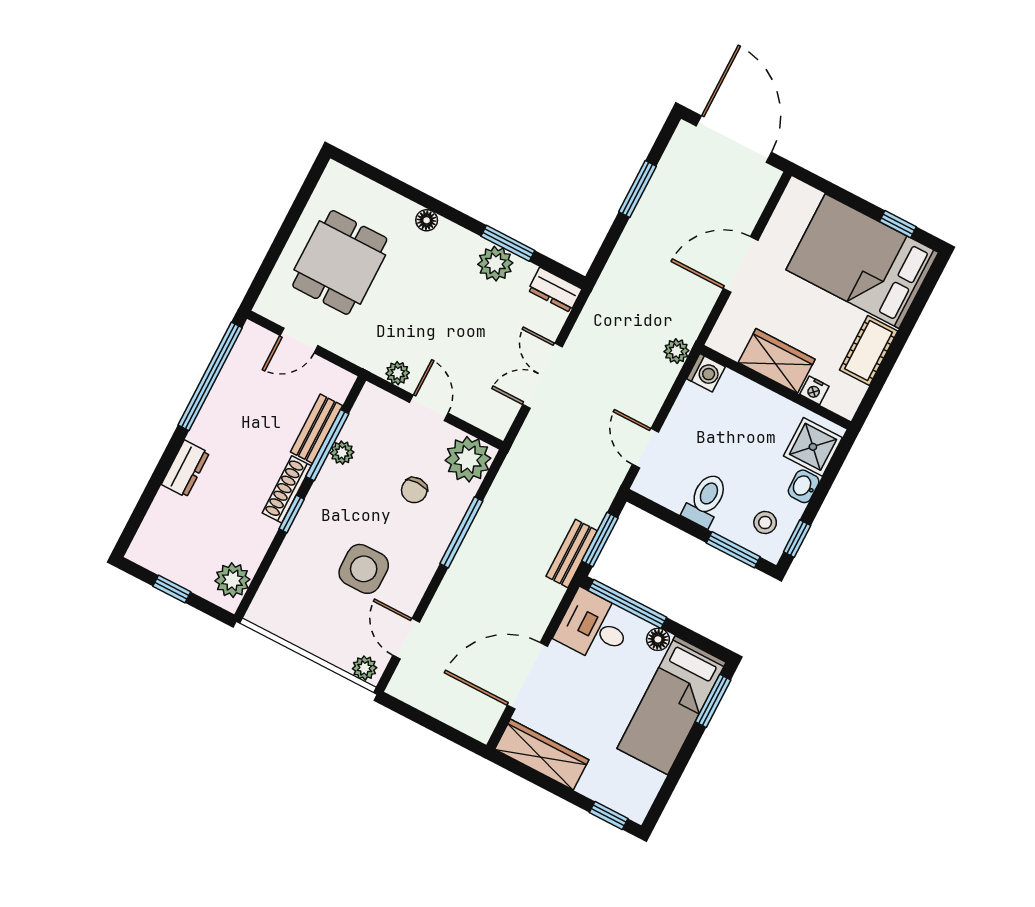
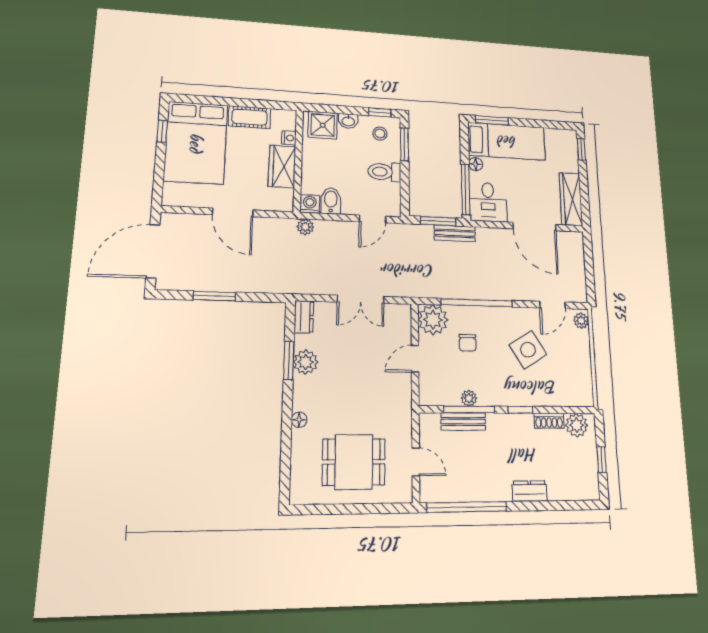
plant: (398, 373) -> (404, 389), removed
bidet: (697, 404) -> (331, 201), added
shoe rack: (287, 489) -> (549, 421), moved, width x0.70
chair: (414, 490) -> (468, 343), turned 90
window: (461, 532) -> (477, 303), width x1.46
side table: (364, 569) -> (528, 350), turned -32

